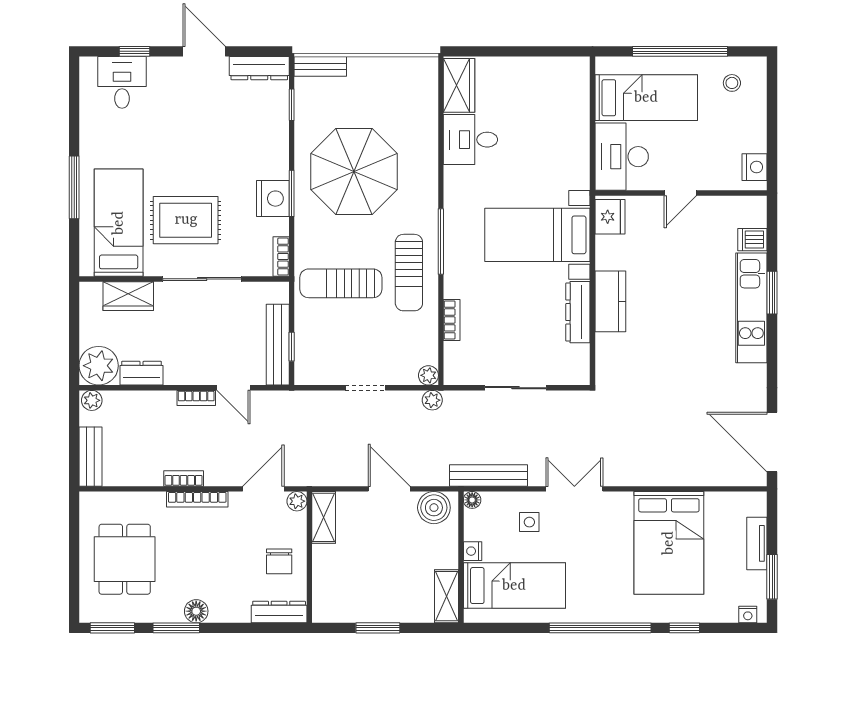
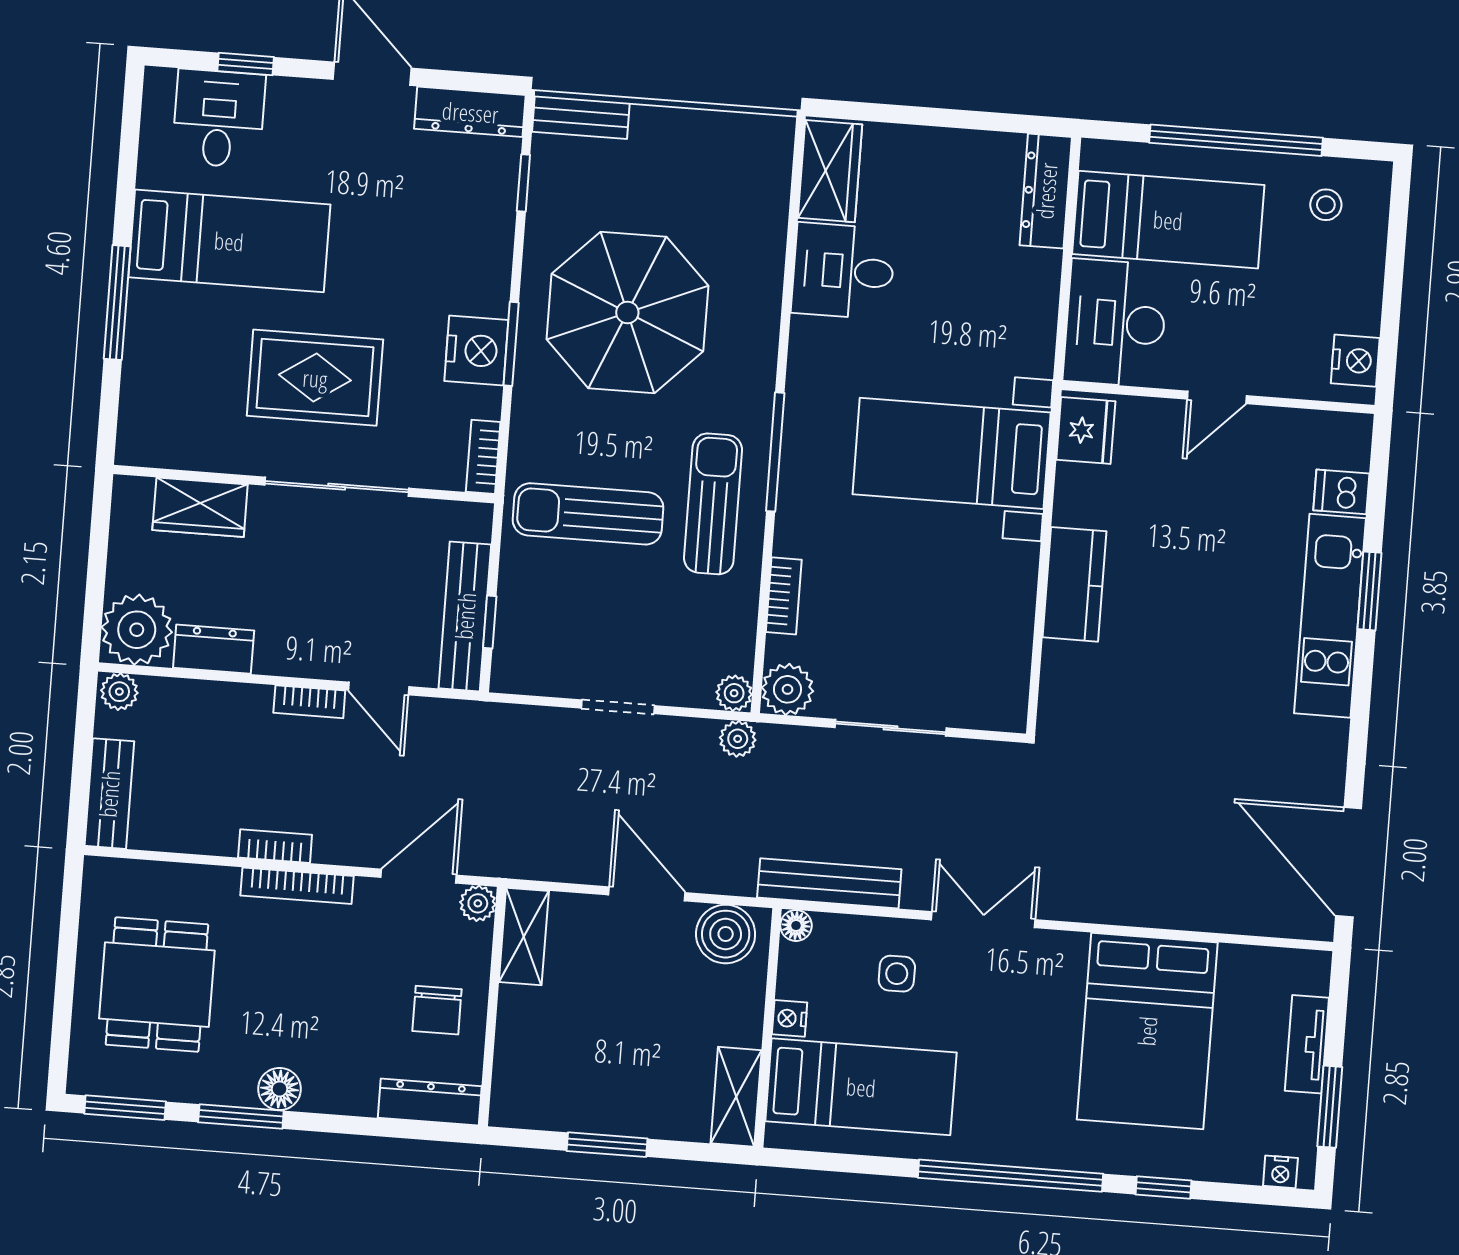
bed: (119, 223) -> (229, 241), moved, turned 90
sun lounger: (409, 273) -> (713, 504), turned 180
dresser: (578, 312) -> (1046, 191), moved
plant: (458, 371) -> (788, 689), added

